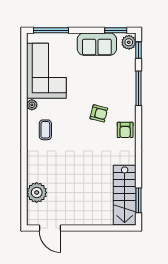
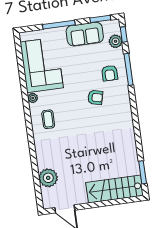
window: (51, 30) -> (59, 25), moved
plant: (129, 42) -> (116, 41), moved
armchair: (125, 130) -> (110, 73), moved
stairs: (125, 195) -> (115, 189), moved, turned 90

